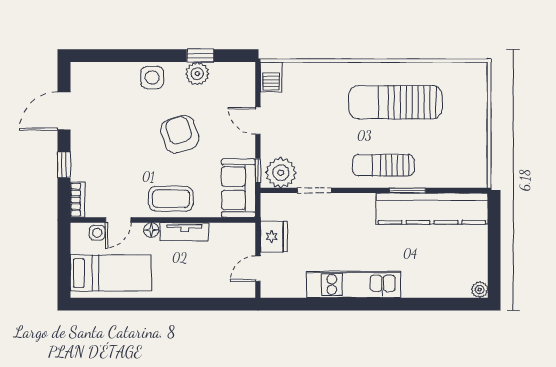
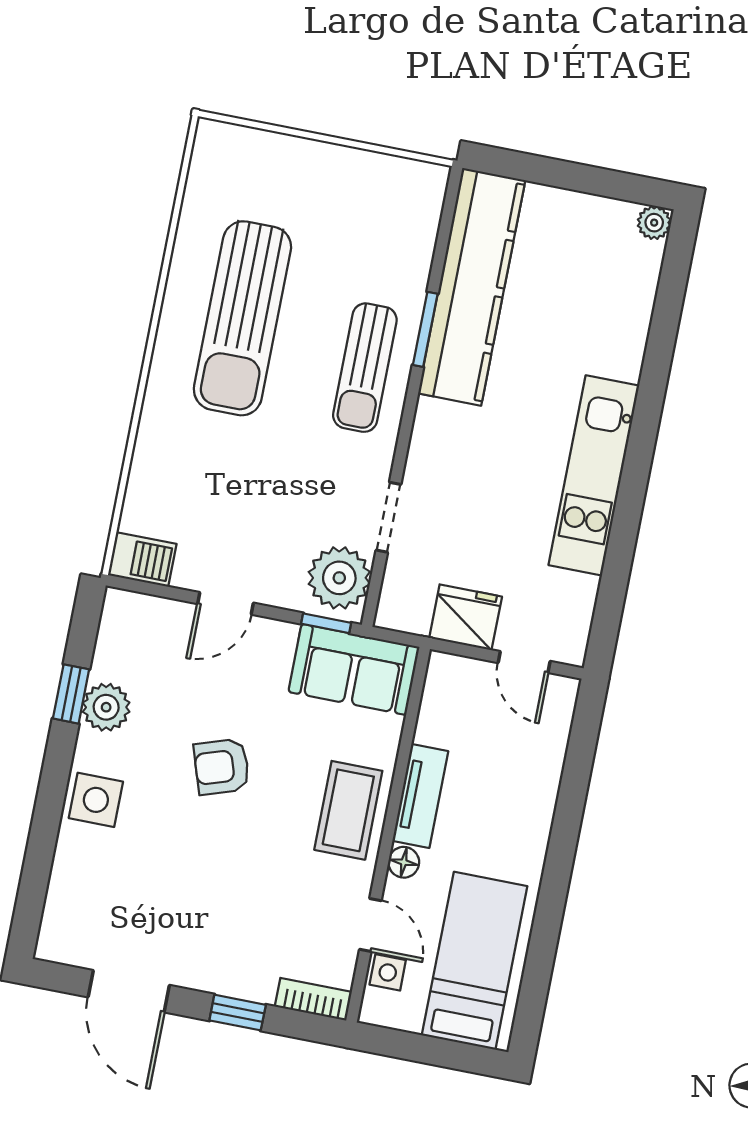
armchair: (180, 134) -> (222, 767), width x0.72, depth x0.72

